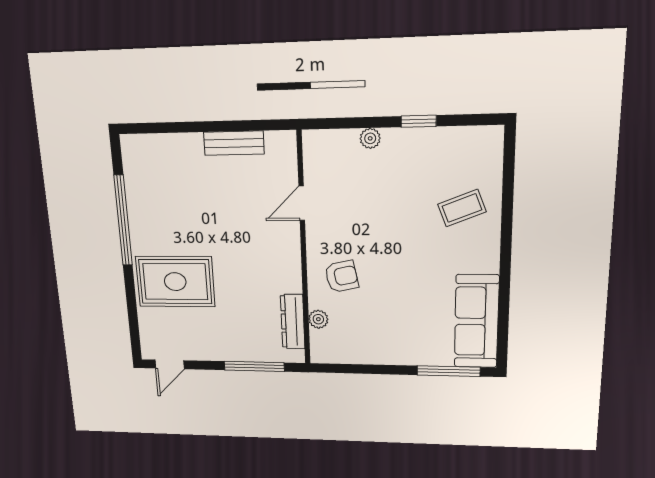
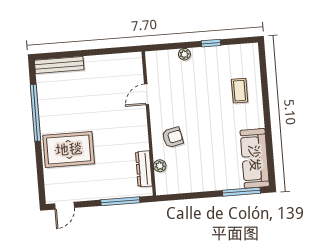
bench: (234, 143) -> (59, 65), moved, width x1.36
coffee table: (462, 208) -> (240, 91), turned -69

